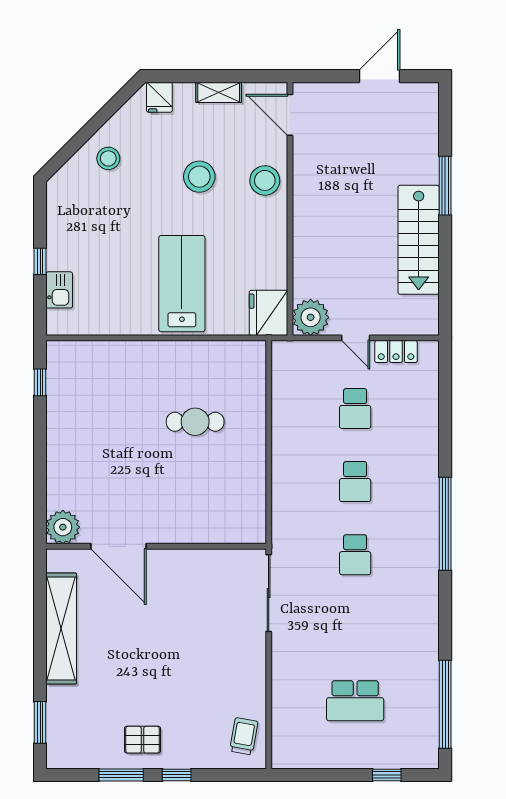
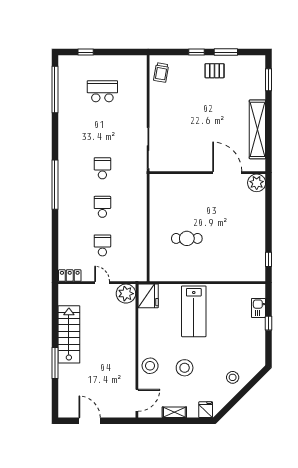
door: (379, 76) -> (90, 421), swing flipped
door: (290, 115) -> (137, 400), hinge flipped
locker: (396, 351) -> (70, 276), moved

